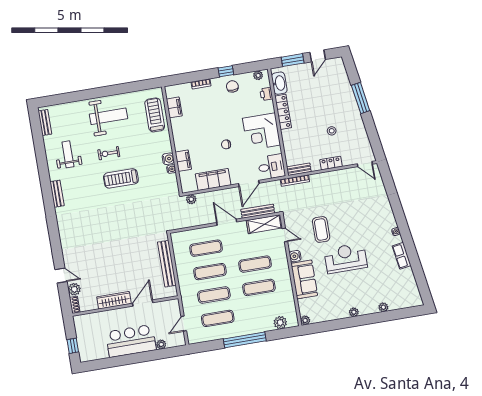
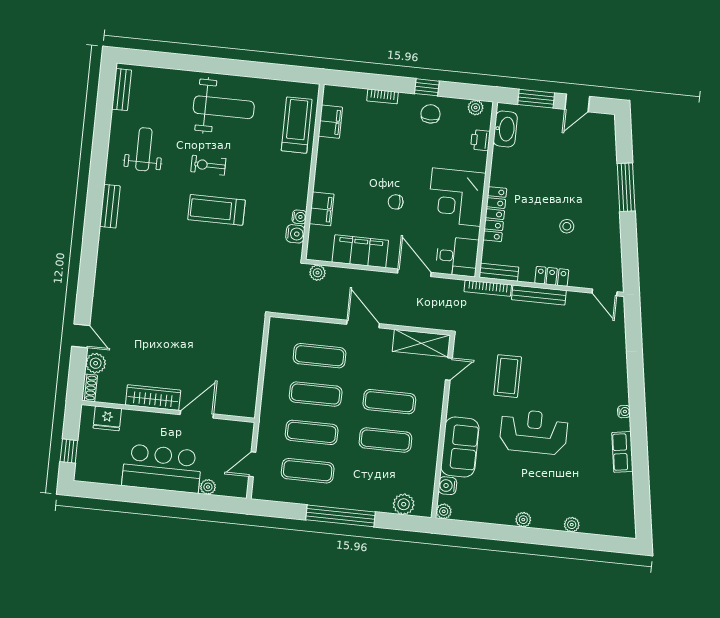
locker: (283, 112) -> (495, 214), moved
water cooler: (168, 159) -> (295, 234), moved
door: (249, 183) -> (414, 273), swing flipped
bench: (258, 211) -> (539, 295), moved
door: (285, 235) -> (449, 369), hinge flipped
water cooler: (295, 256) -> (447, 486), moved
bench: (167, 264) -> (252, 363), removed
fridge: (90, 320) -> (107, 418), added

